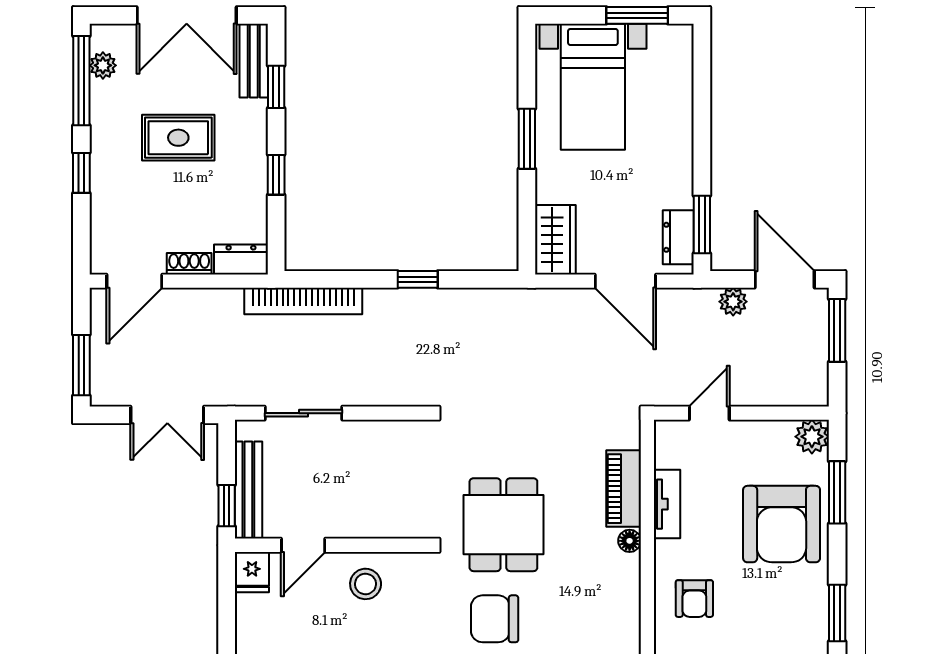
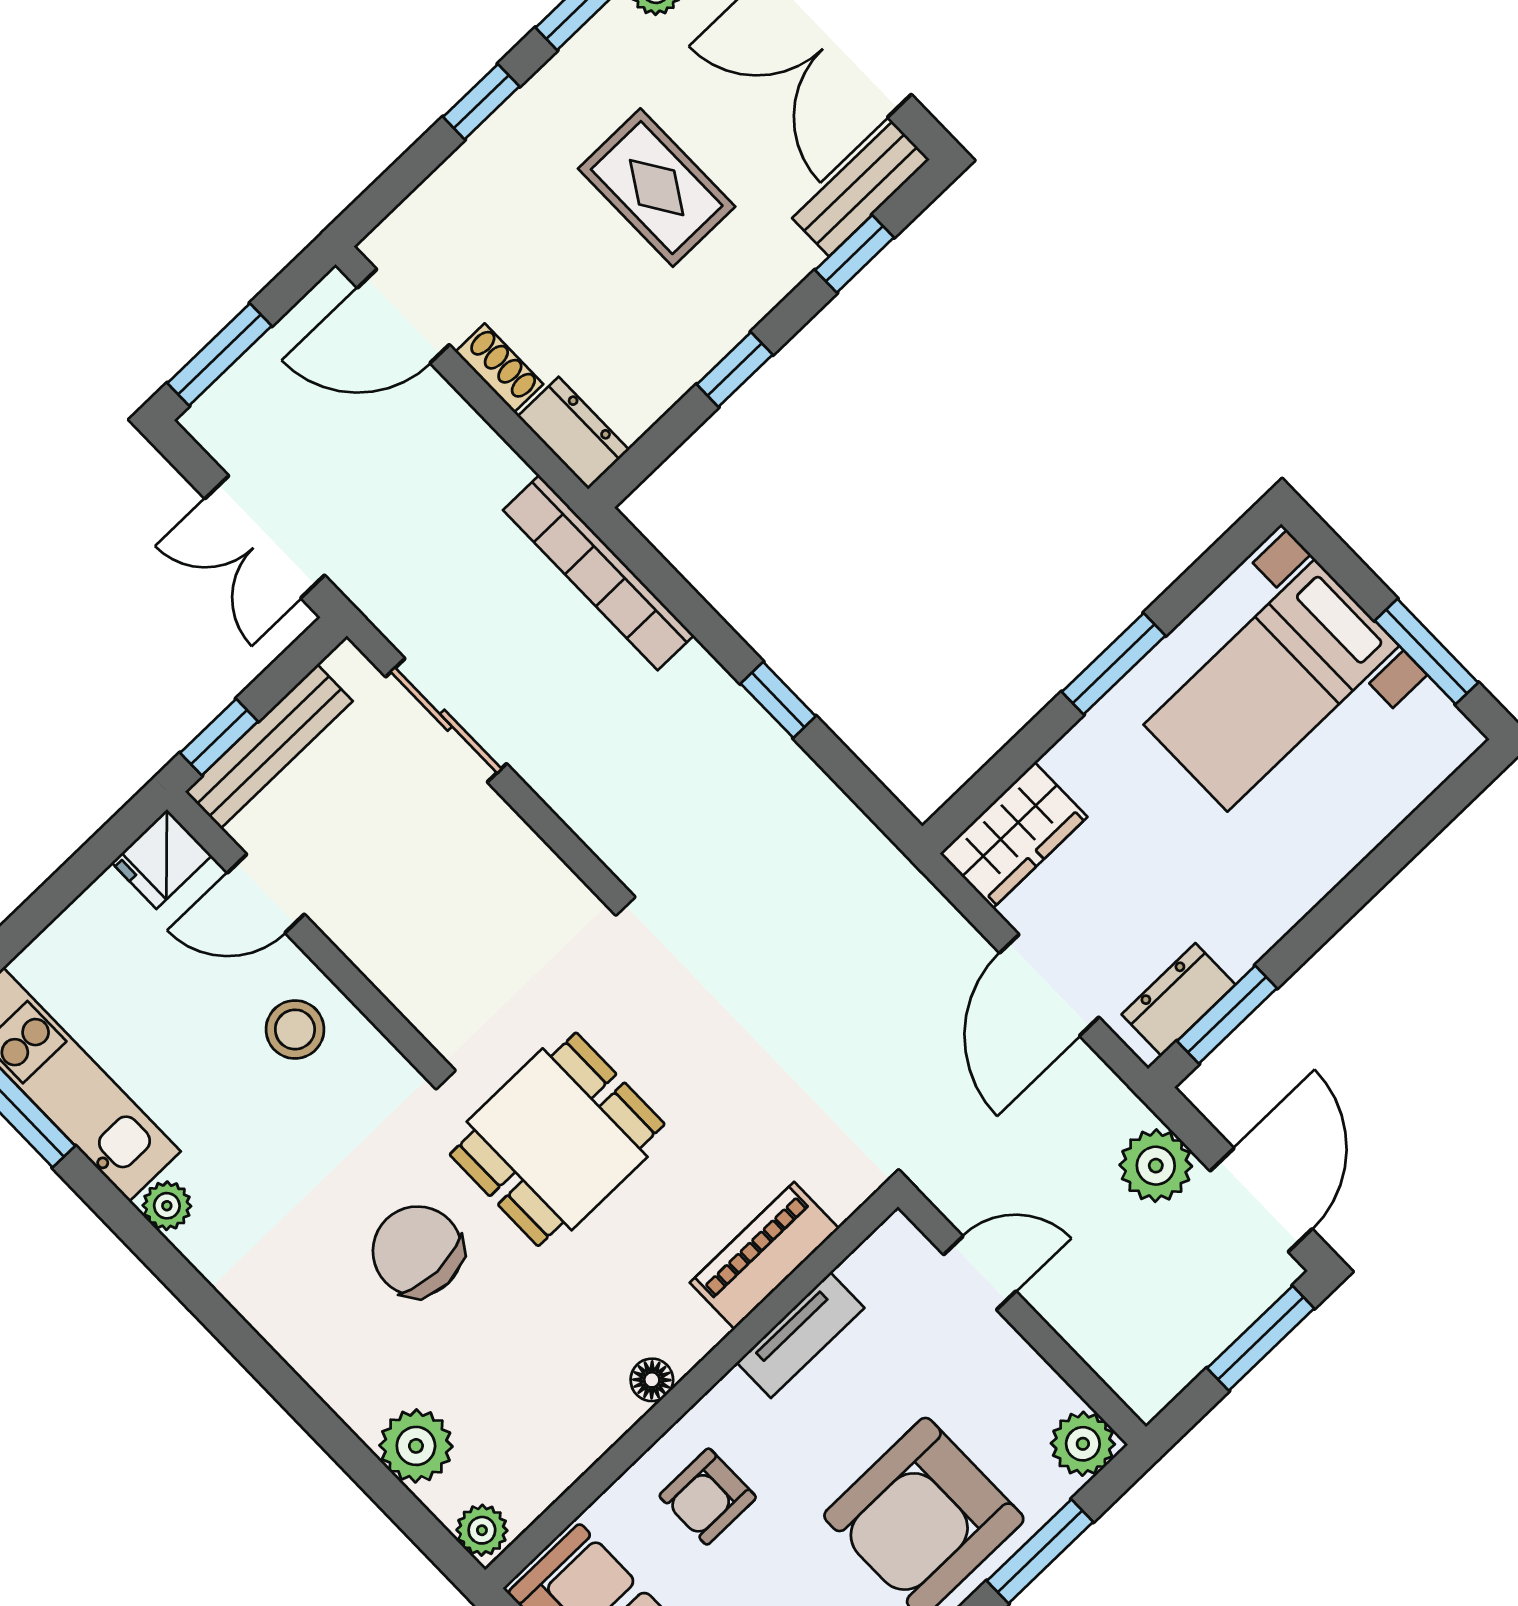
plant: (733, 302) -> (1156, 1166), width x1.38, depth x1.38
floor lamp: (630, 541) -> (652, 1380), moved

